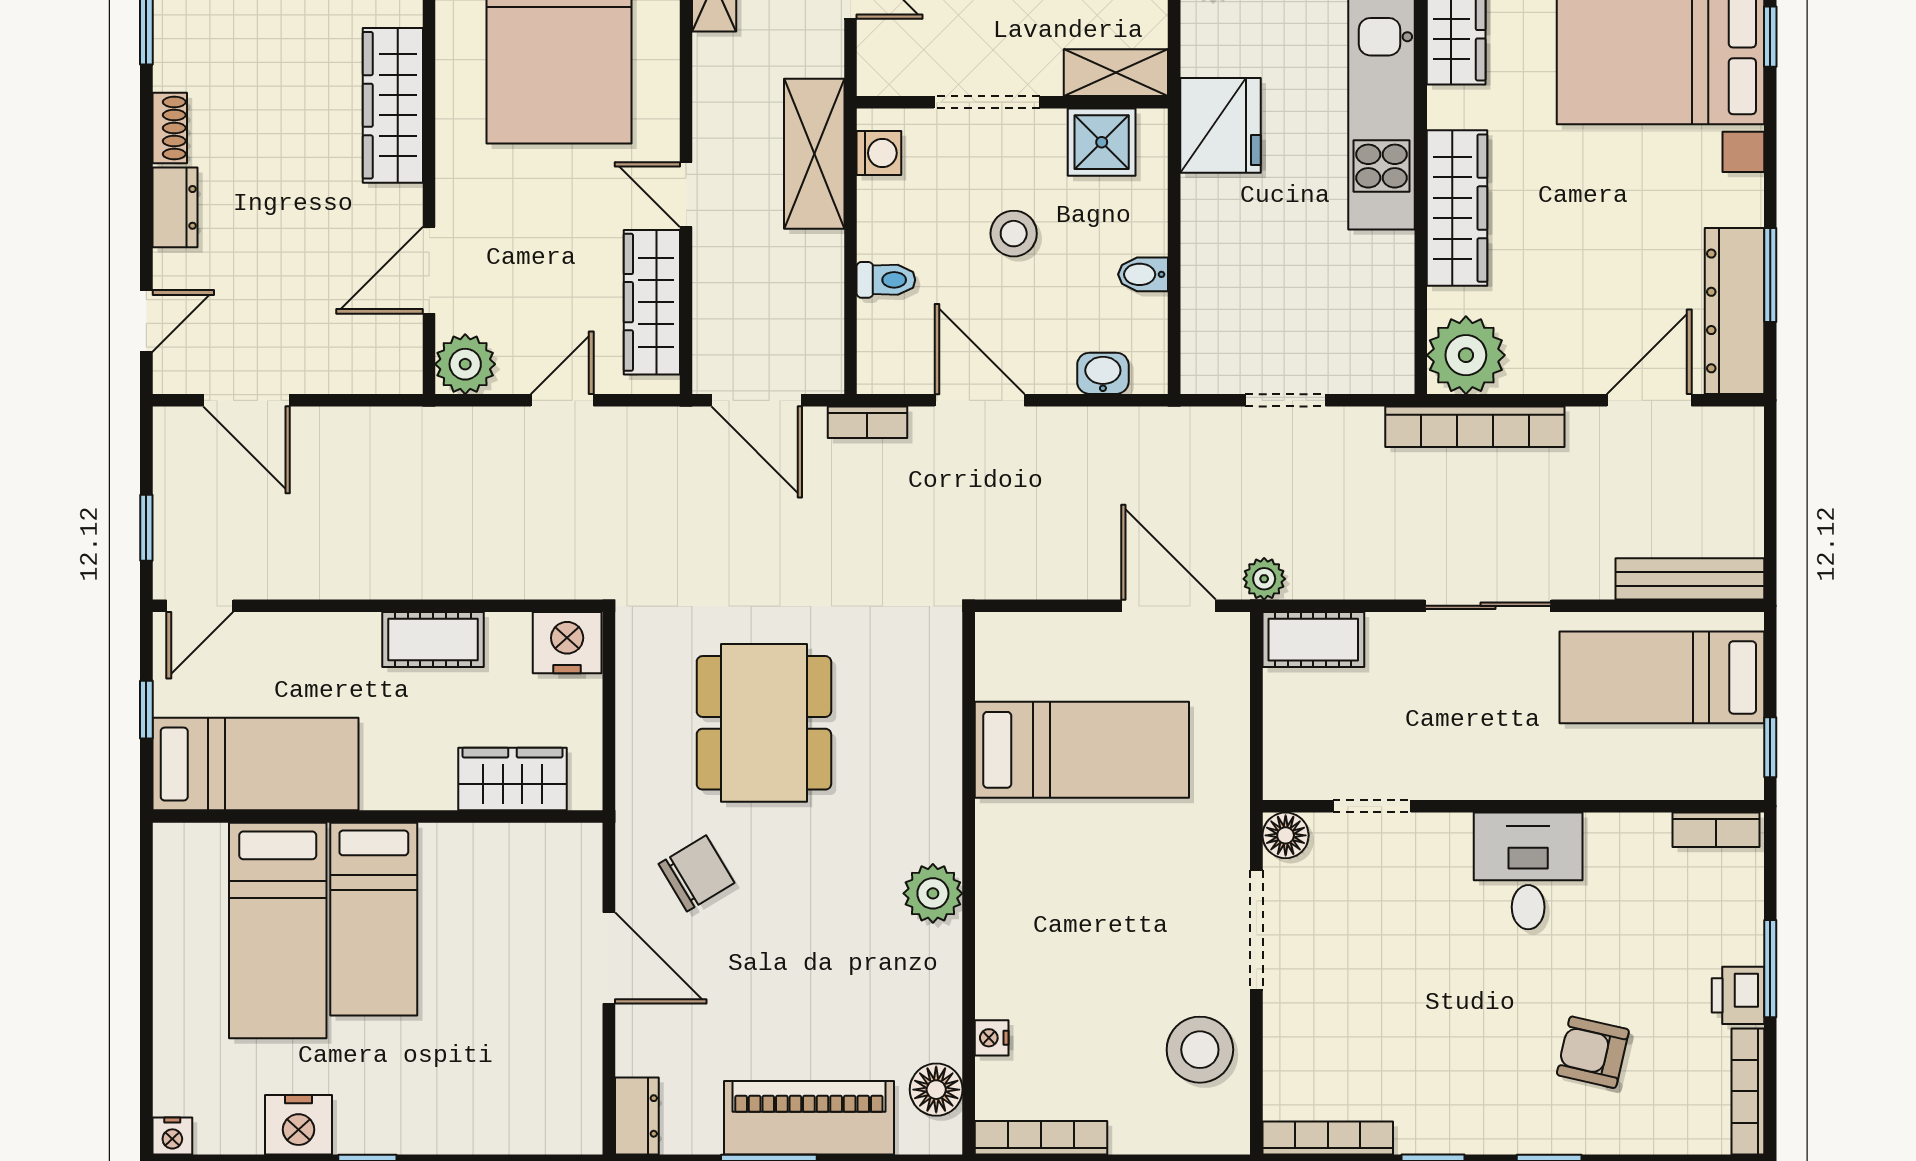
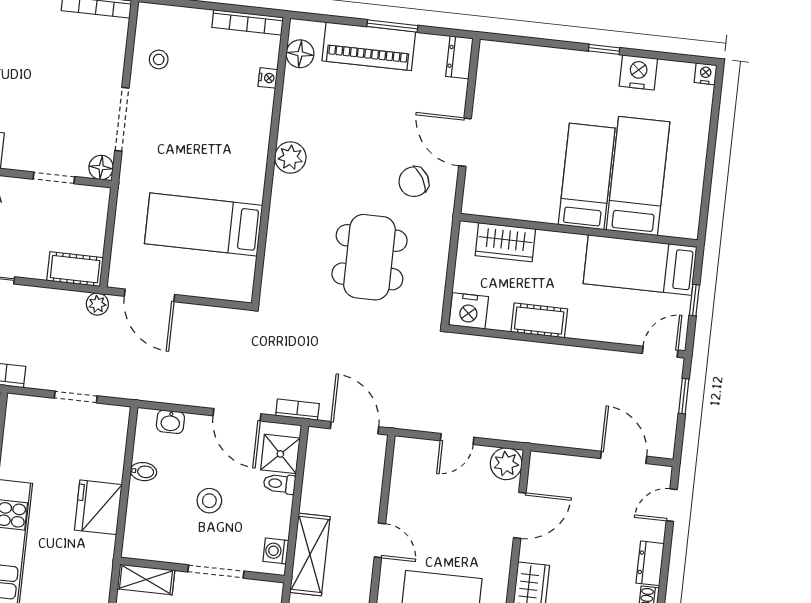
fridge: (1220, 125) -> (98, 507), moved
shower: (1102, 142) -> (280, 454), moved
wardrobe: (652, 302) -> (404, 486), removed
stool: (1200, 1050) -> (159, 59), width x0.53, depth x0.53

